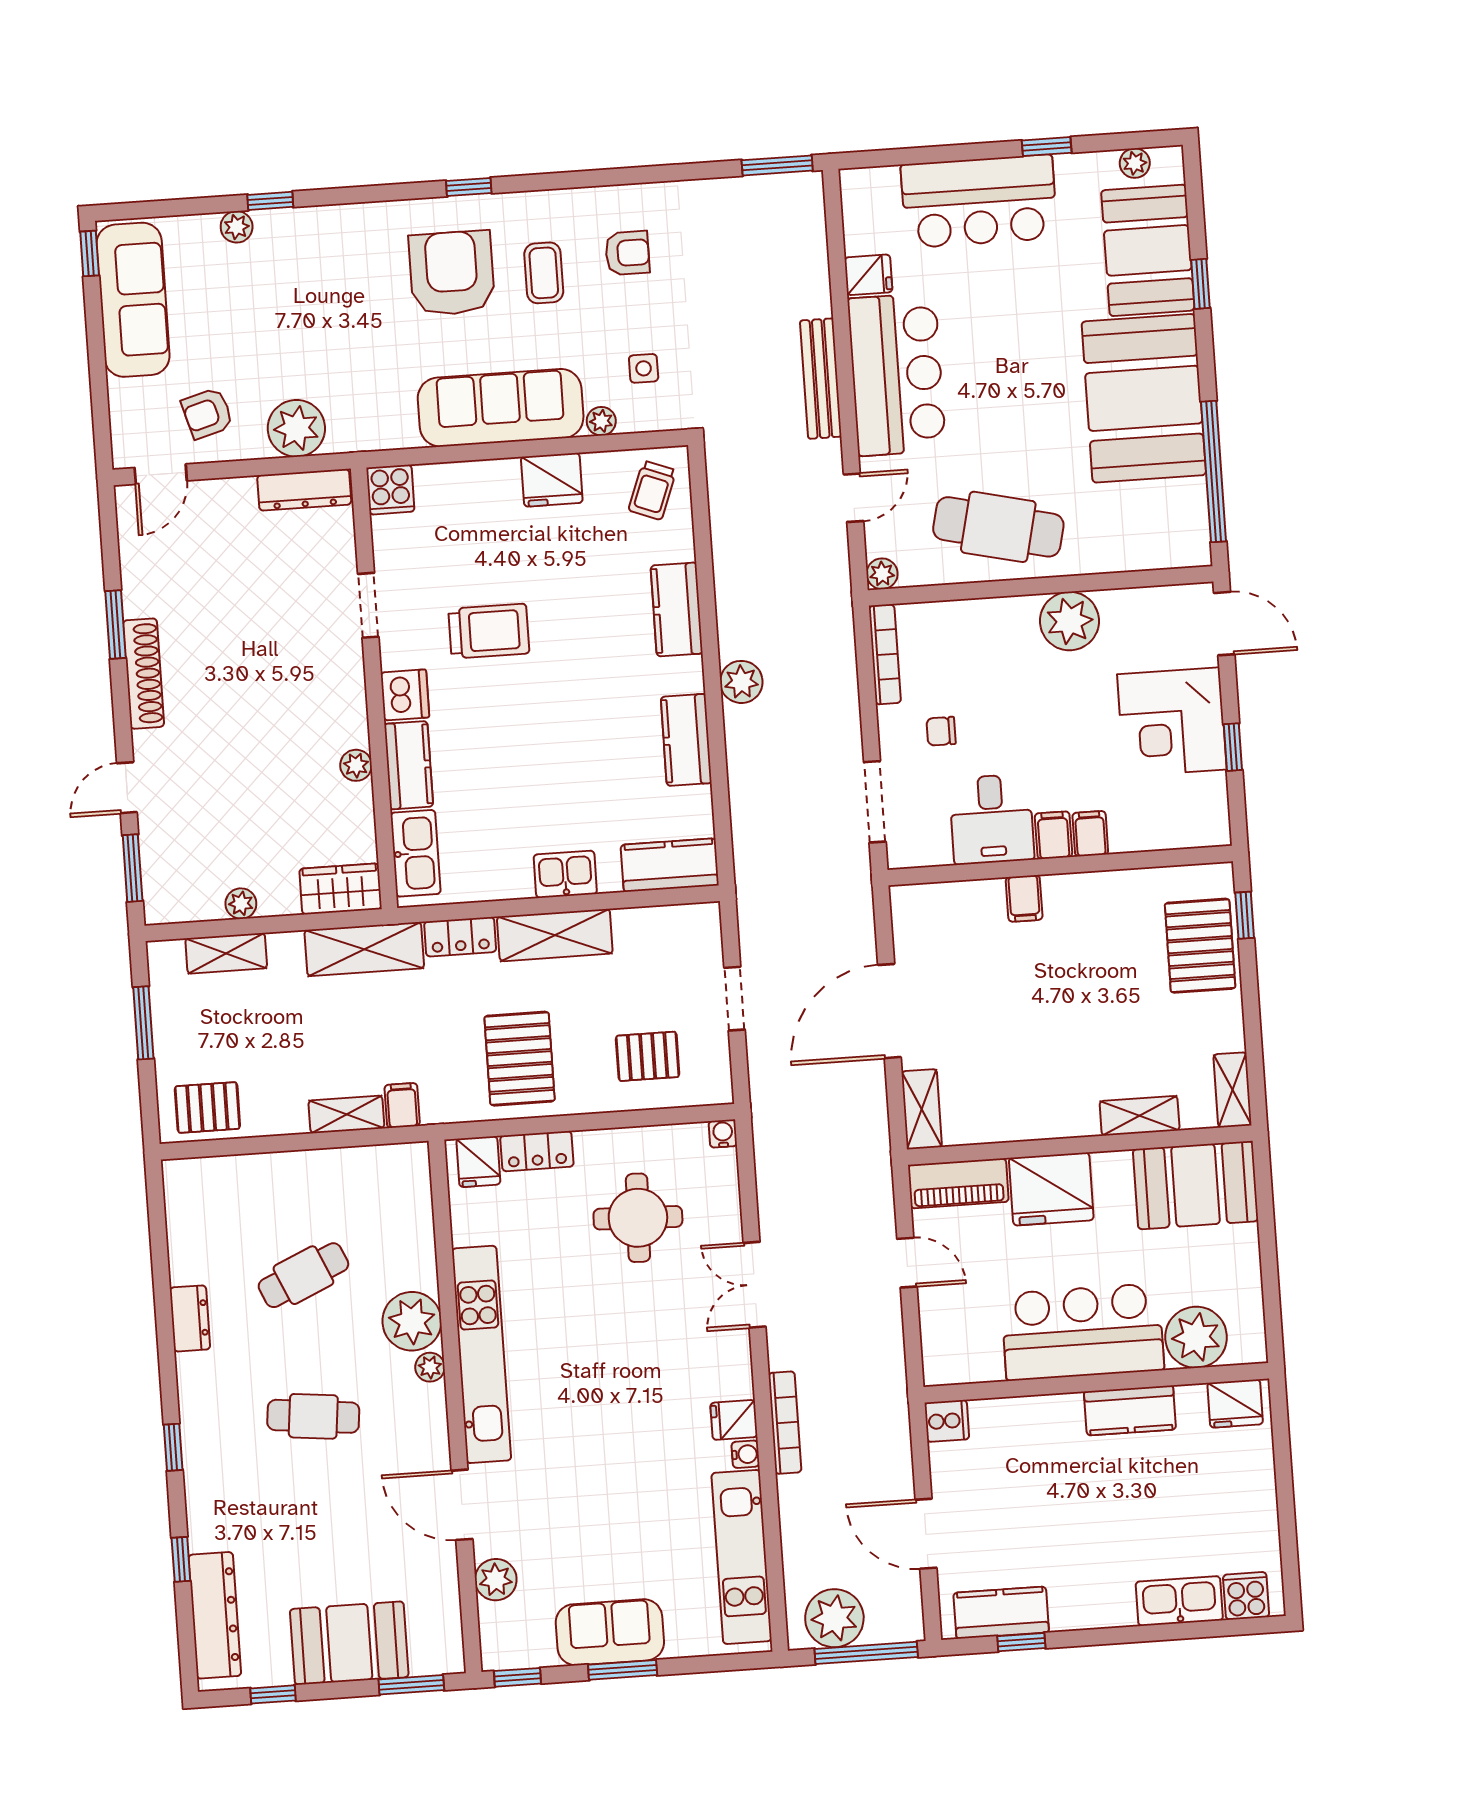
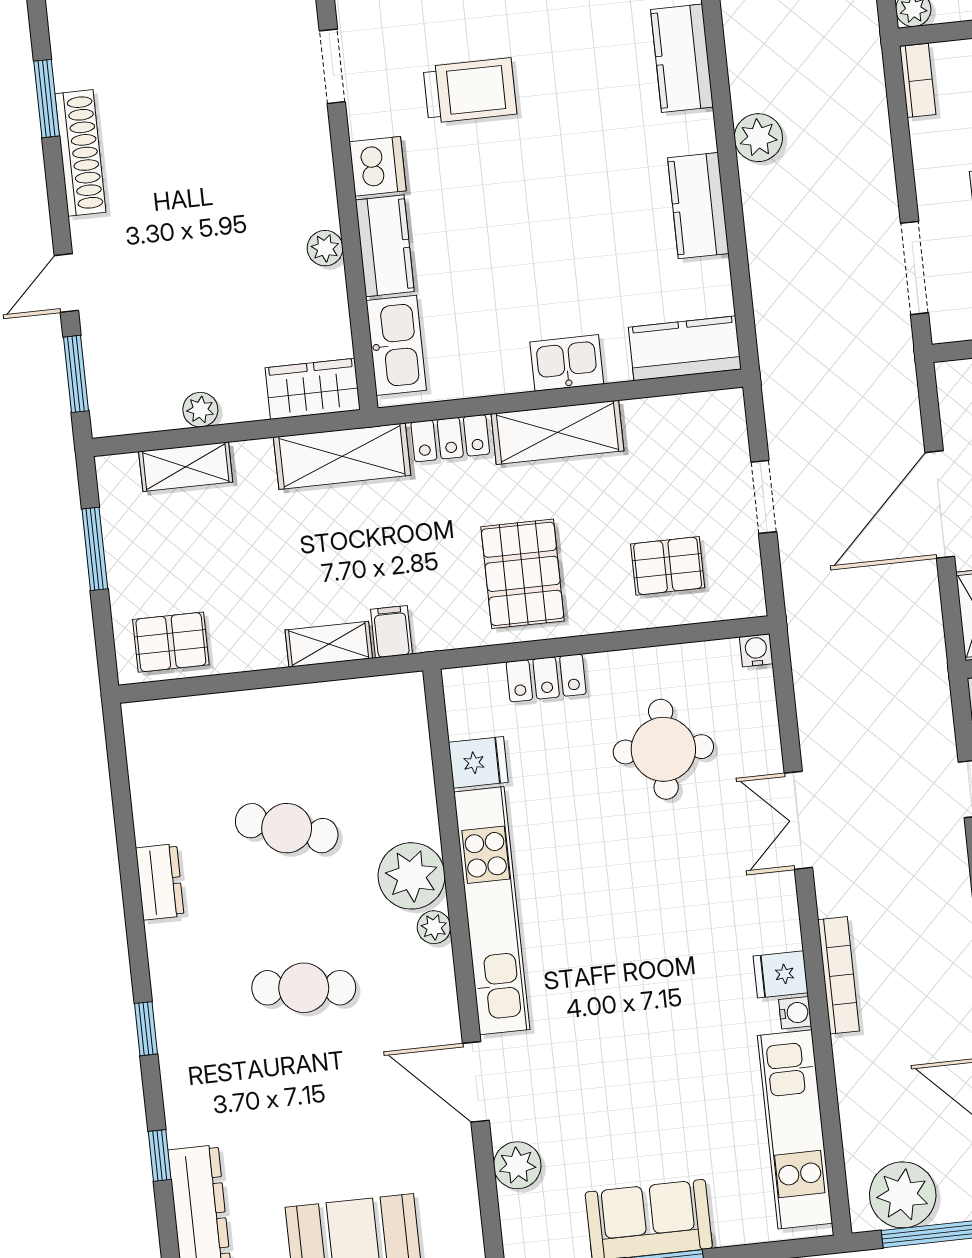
bookcase: (885, 654) -> (918, 80), width x0.64
fridge: (478, 1162) -> (478, 762), moved, turned -90
cafe table: (303, 1275) -> (287, 828), turned 42

